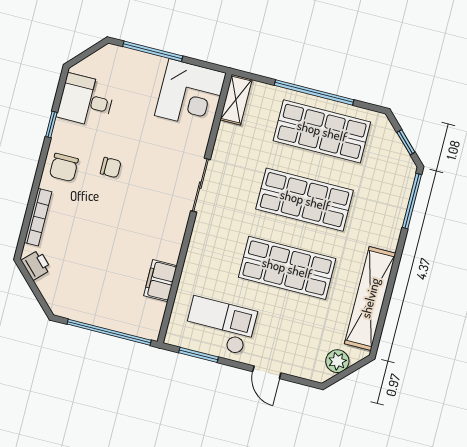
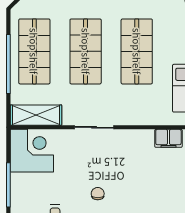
shelving: (236, 100) -> (36, 115), width x1.50, depth x1.33

